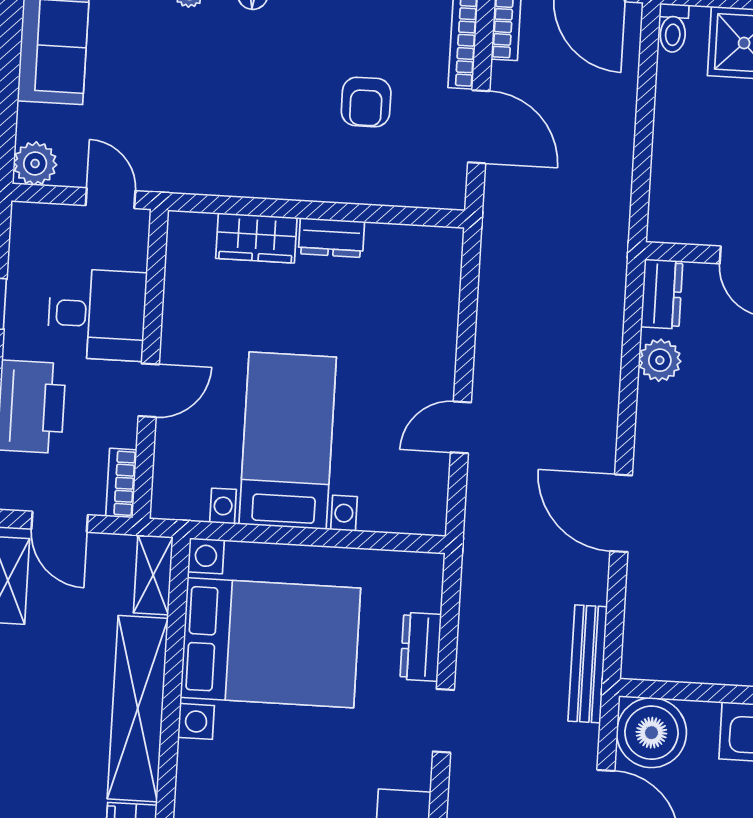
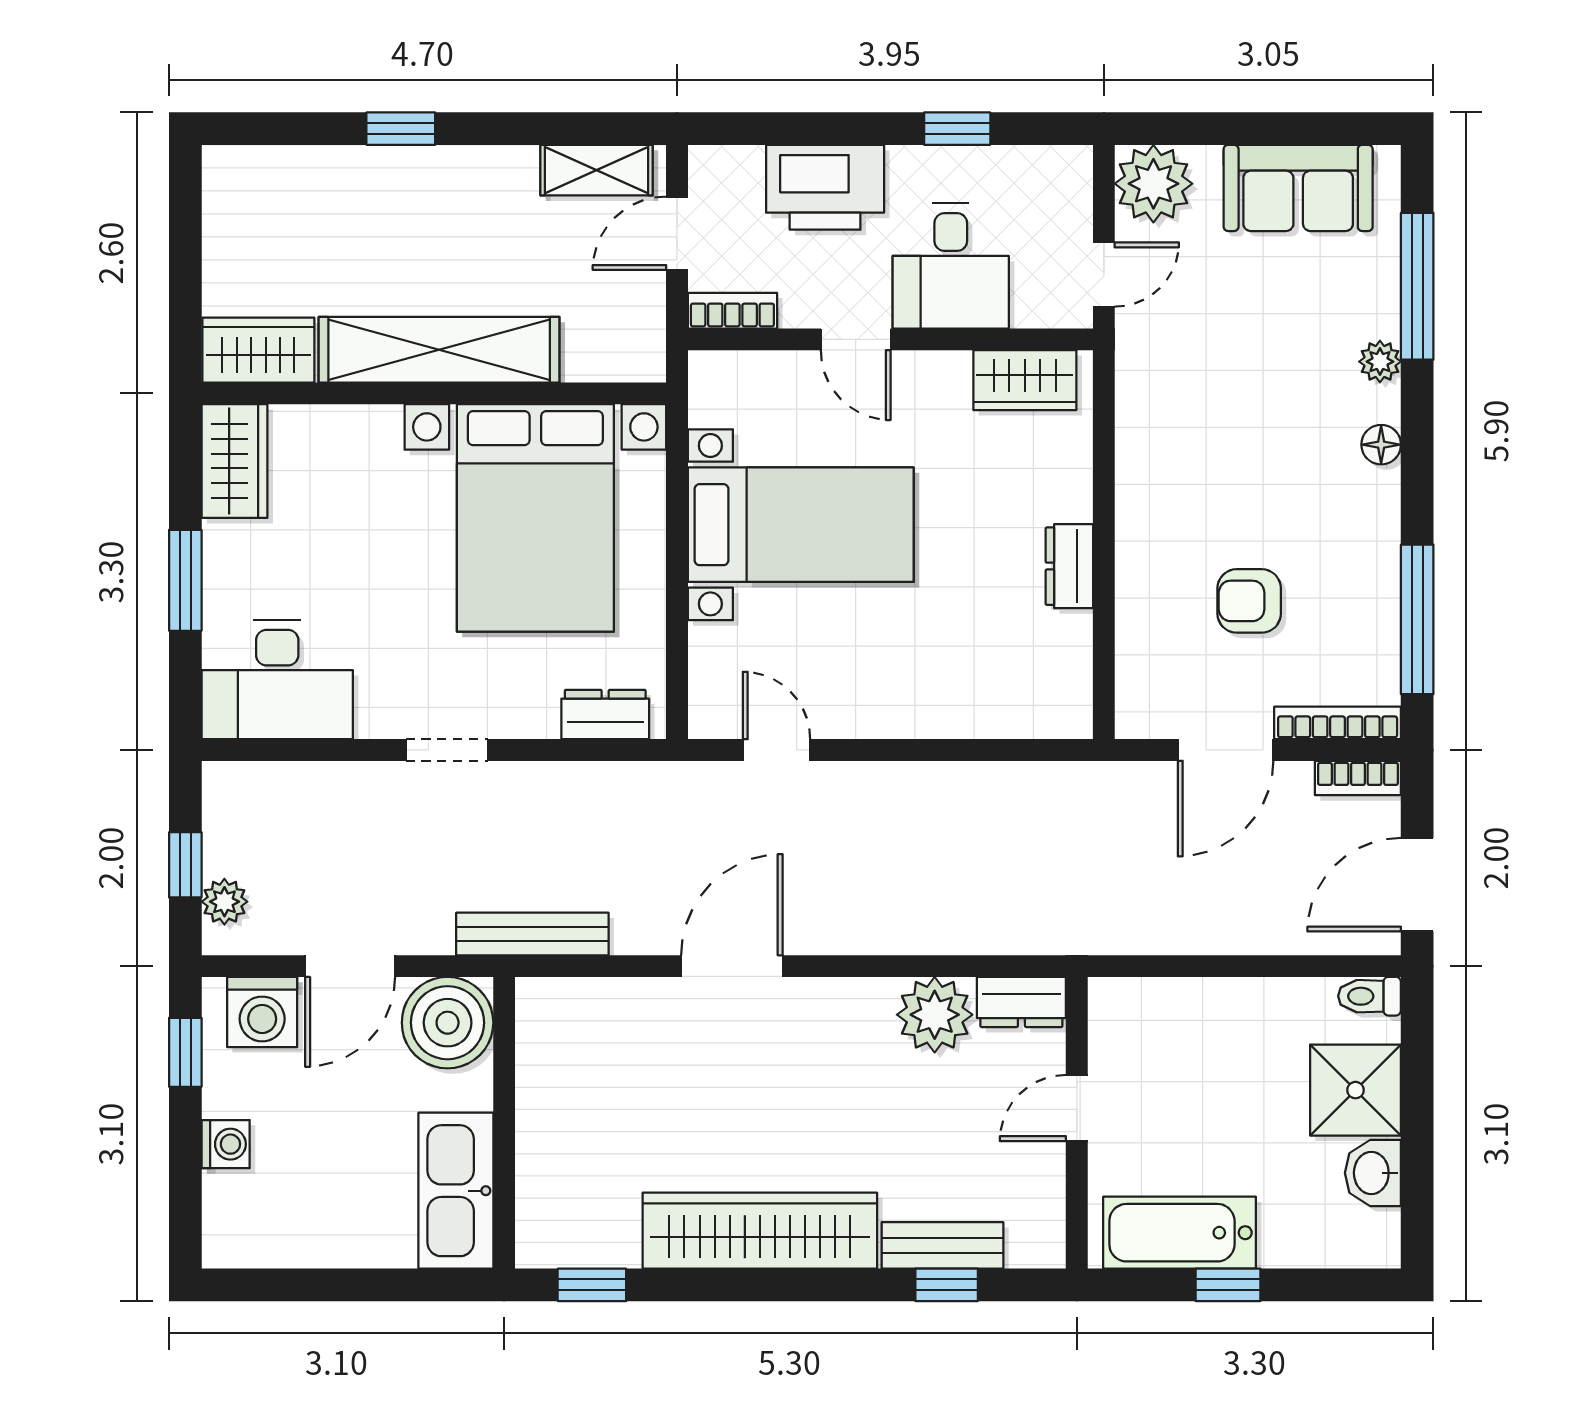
plant: (35, 164) -> (1153, 184), width x1.36, depth x1.36
wardrobe: (256, 238) -> (1025, 380), moved, turned -90
plant: (660, 360) -> (935, 1015), width x1.36, depth x1.36
door: (461, 427) -> (776, 750), moved
shelving: (153, 575) -> (615, 360), removed
dresser: (421, 647) -> (605, 714), moved

